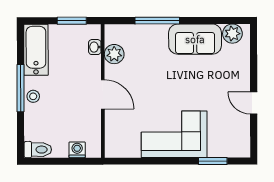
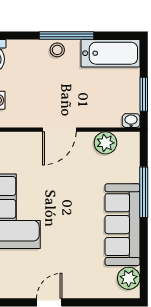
sofa: (195, 39) -> (122, 225), width x1.36
washbasin: (95, 47) -> (131, 121), moved

